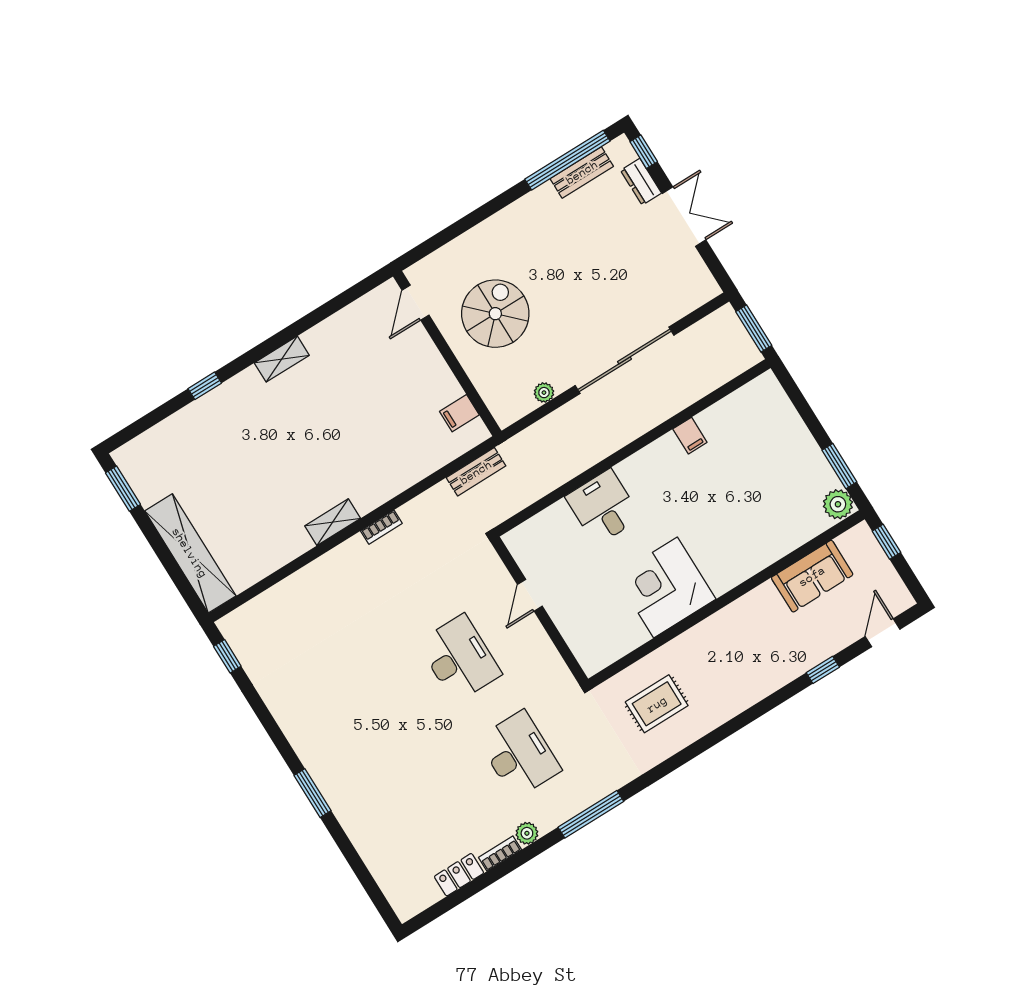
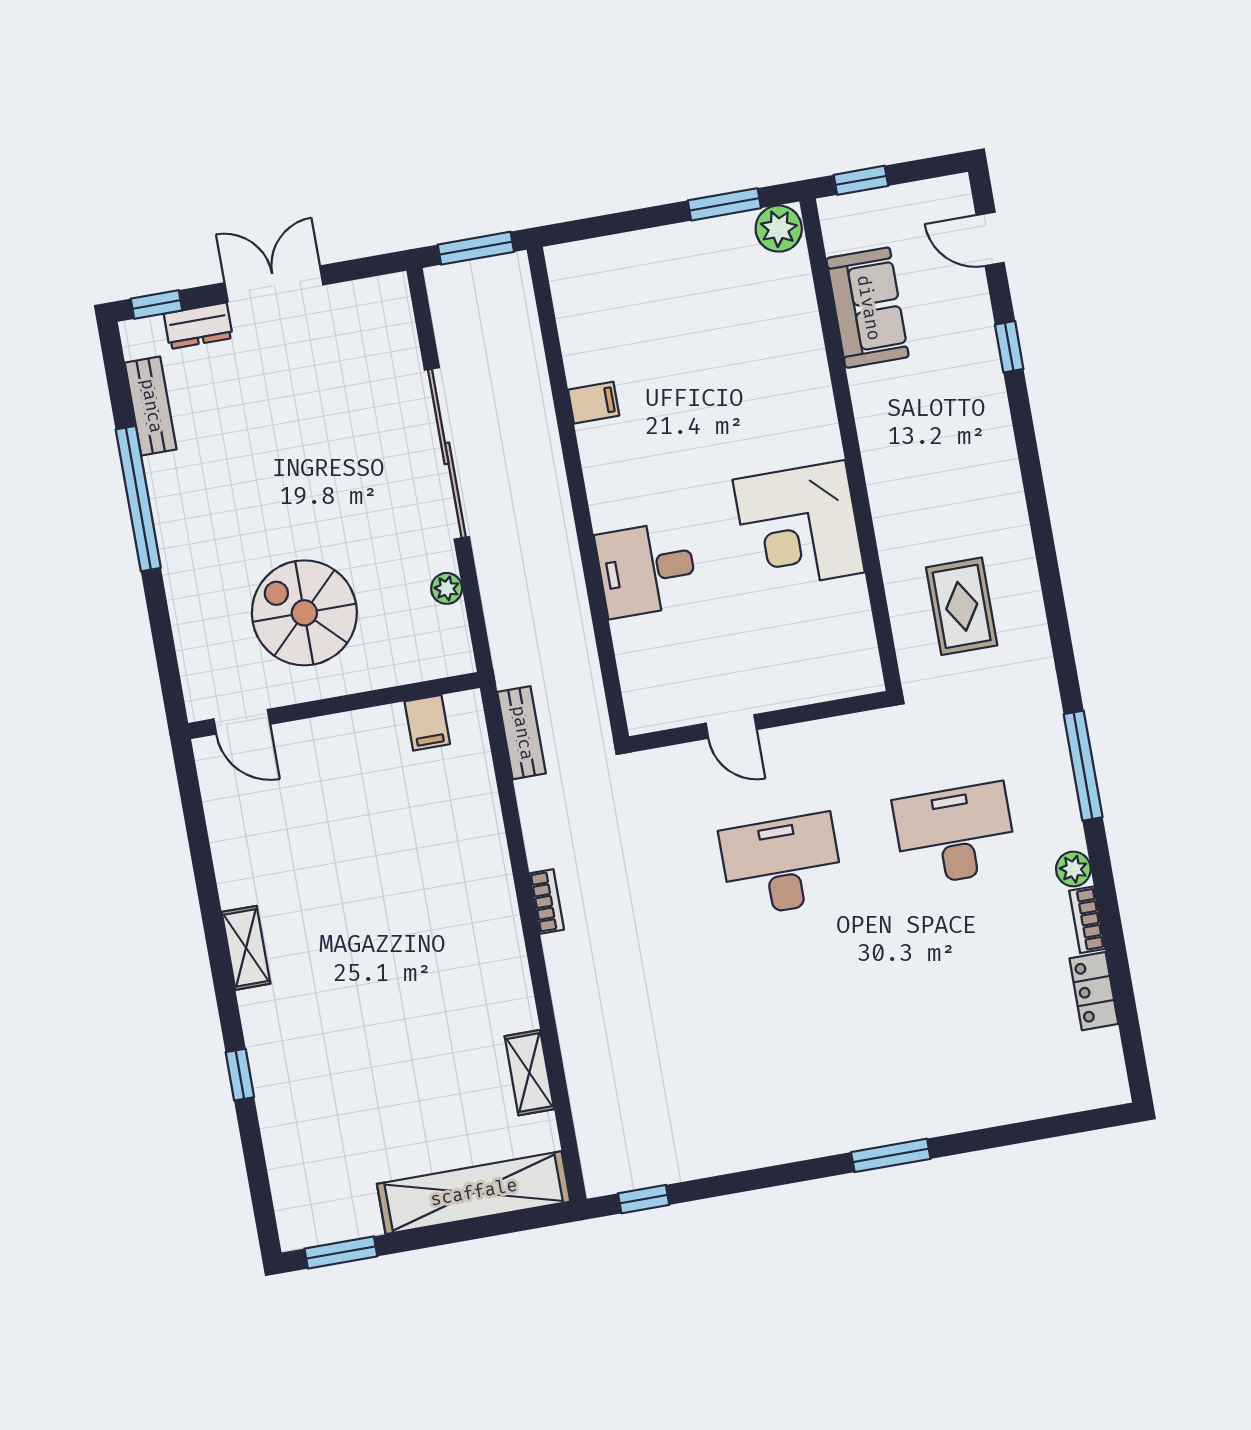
window: (567, 160) -> (138, 499), moved
shelving: (333, 522) -> (529, 1073), moved

